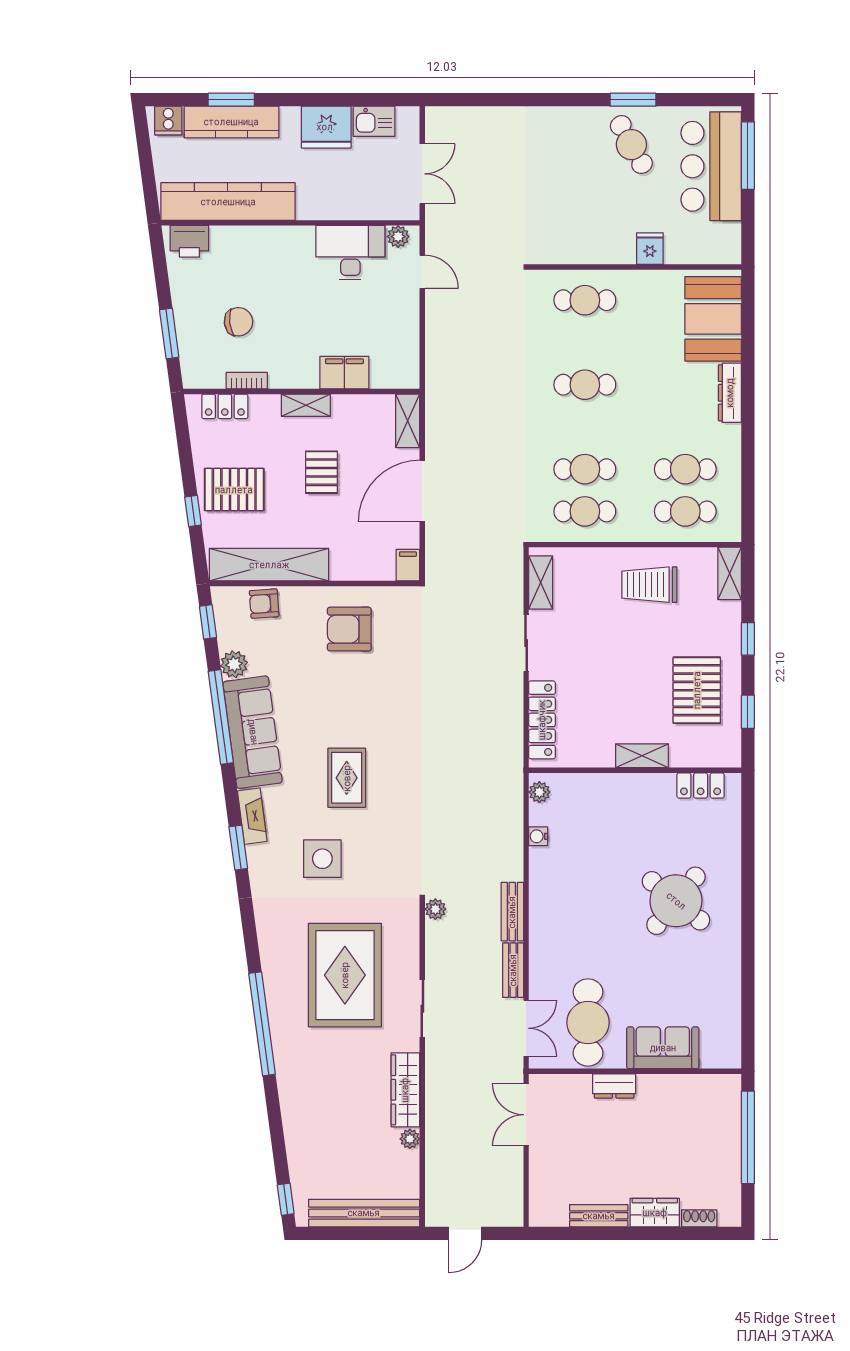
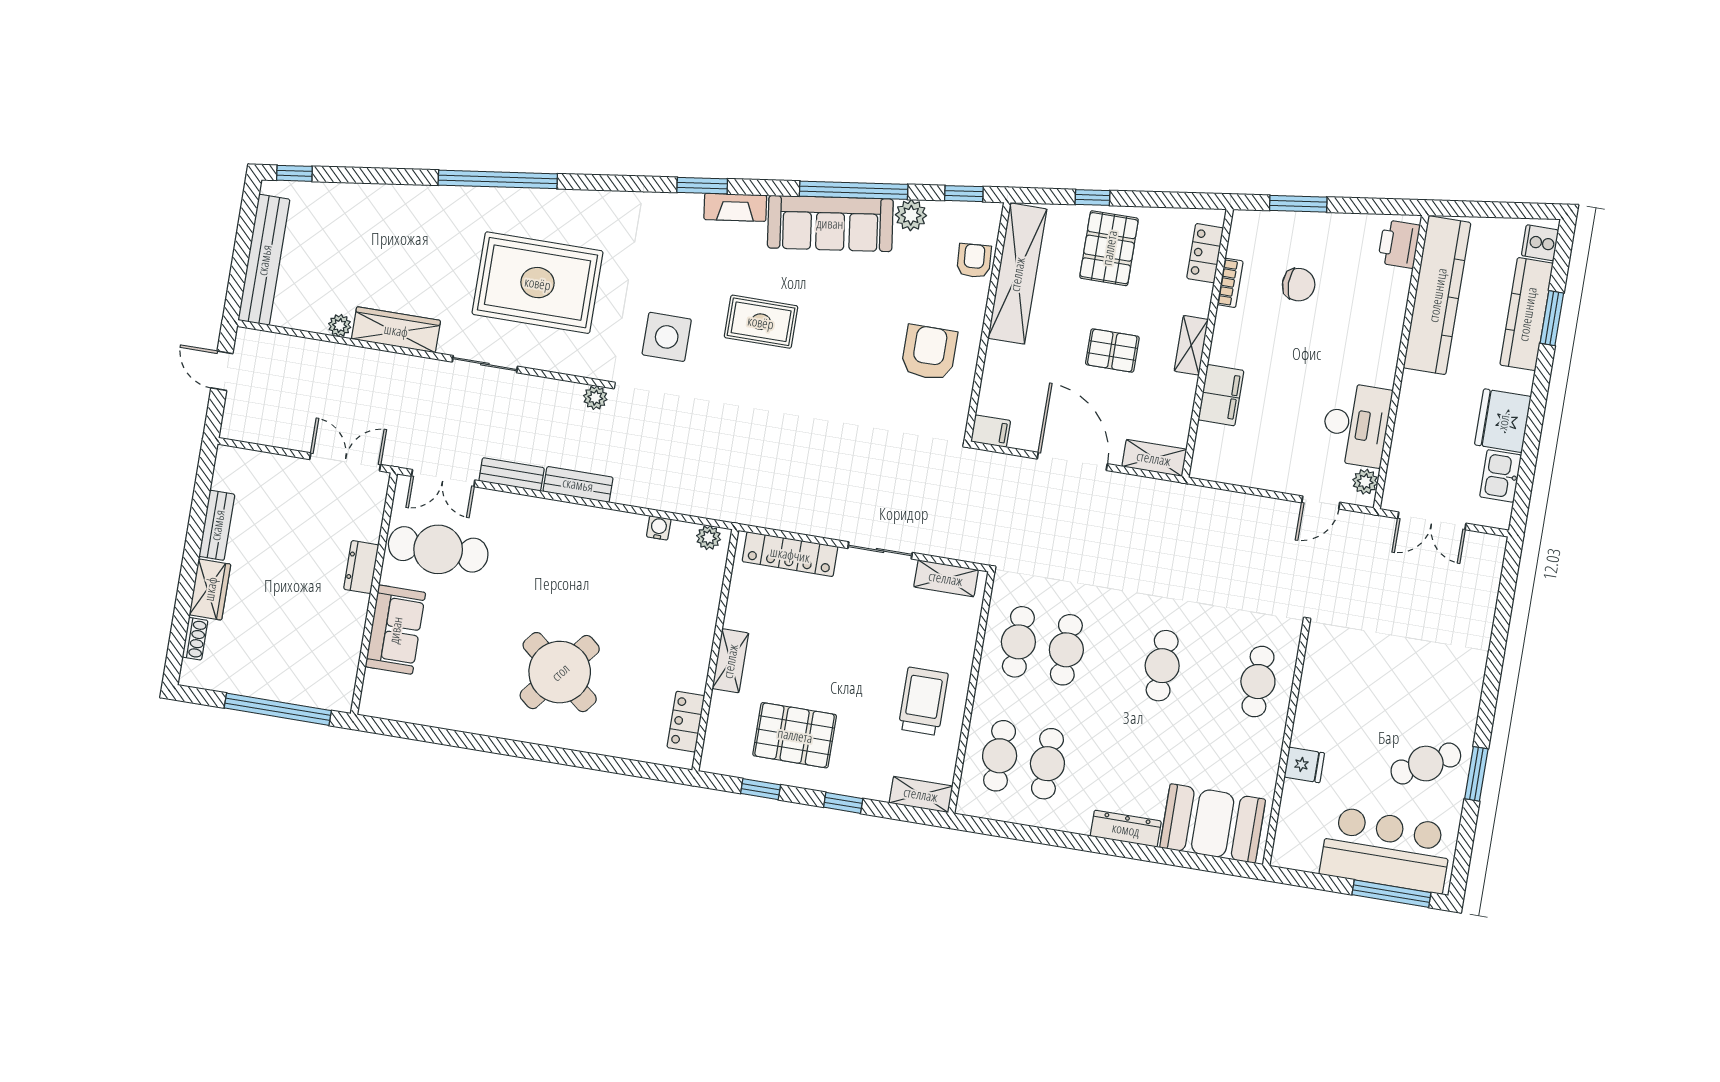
chair: (239, 322) -> (1299, 285), turned -83
side table: (322, 859) -> (667, 337), moved

